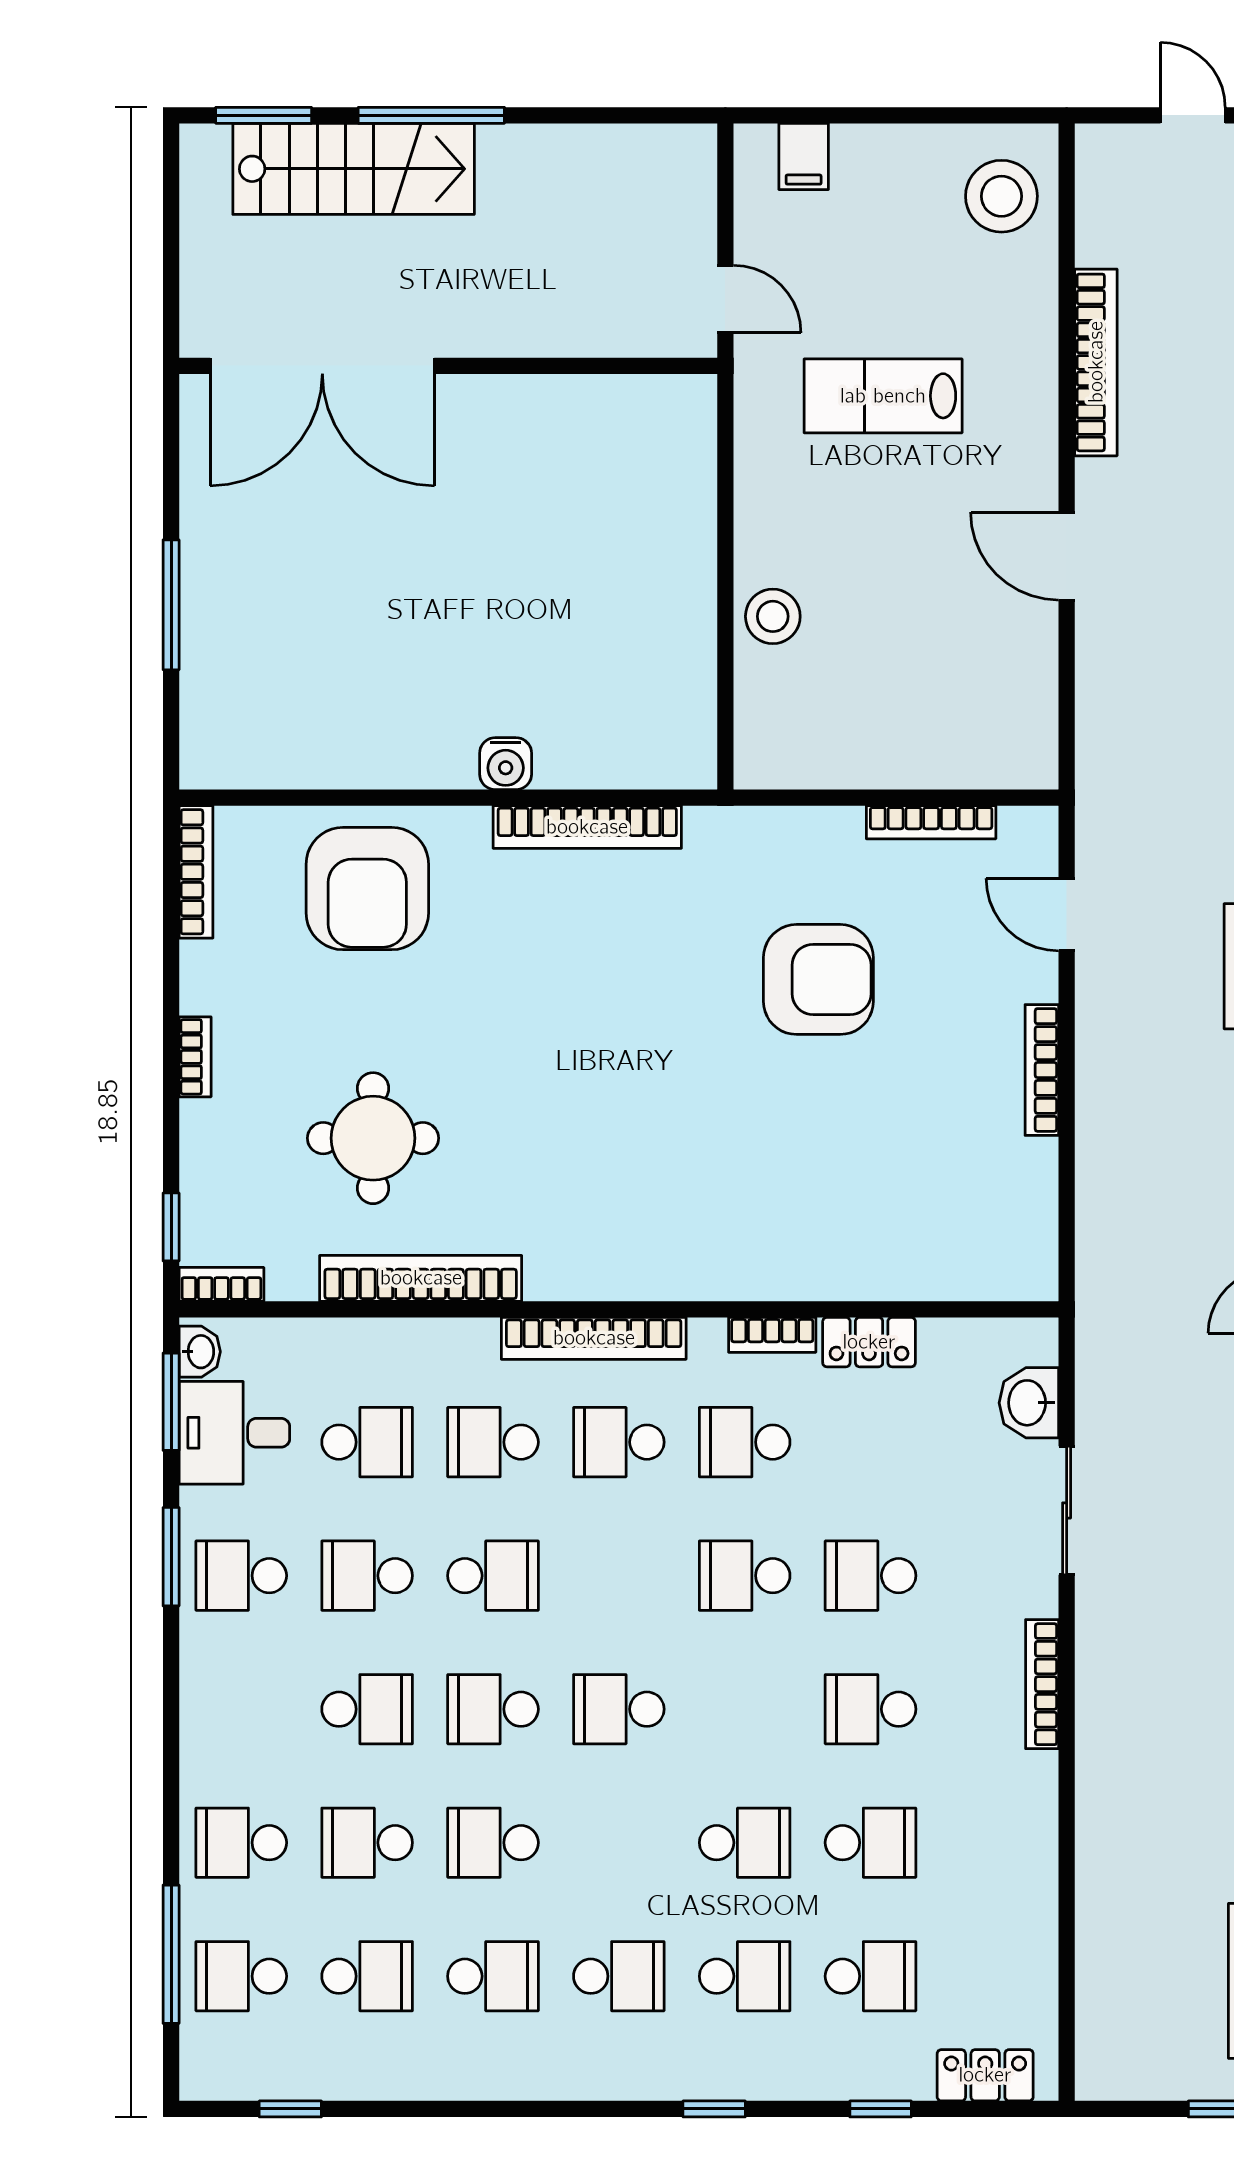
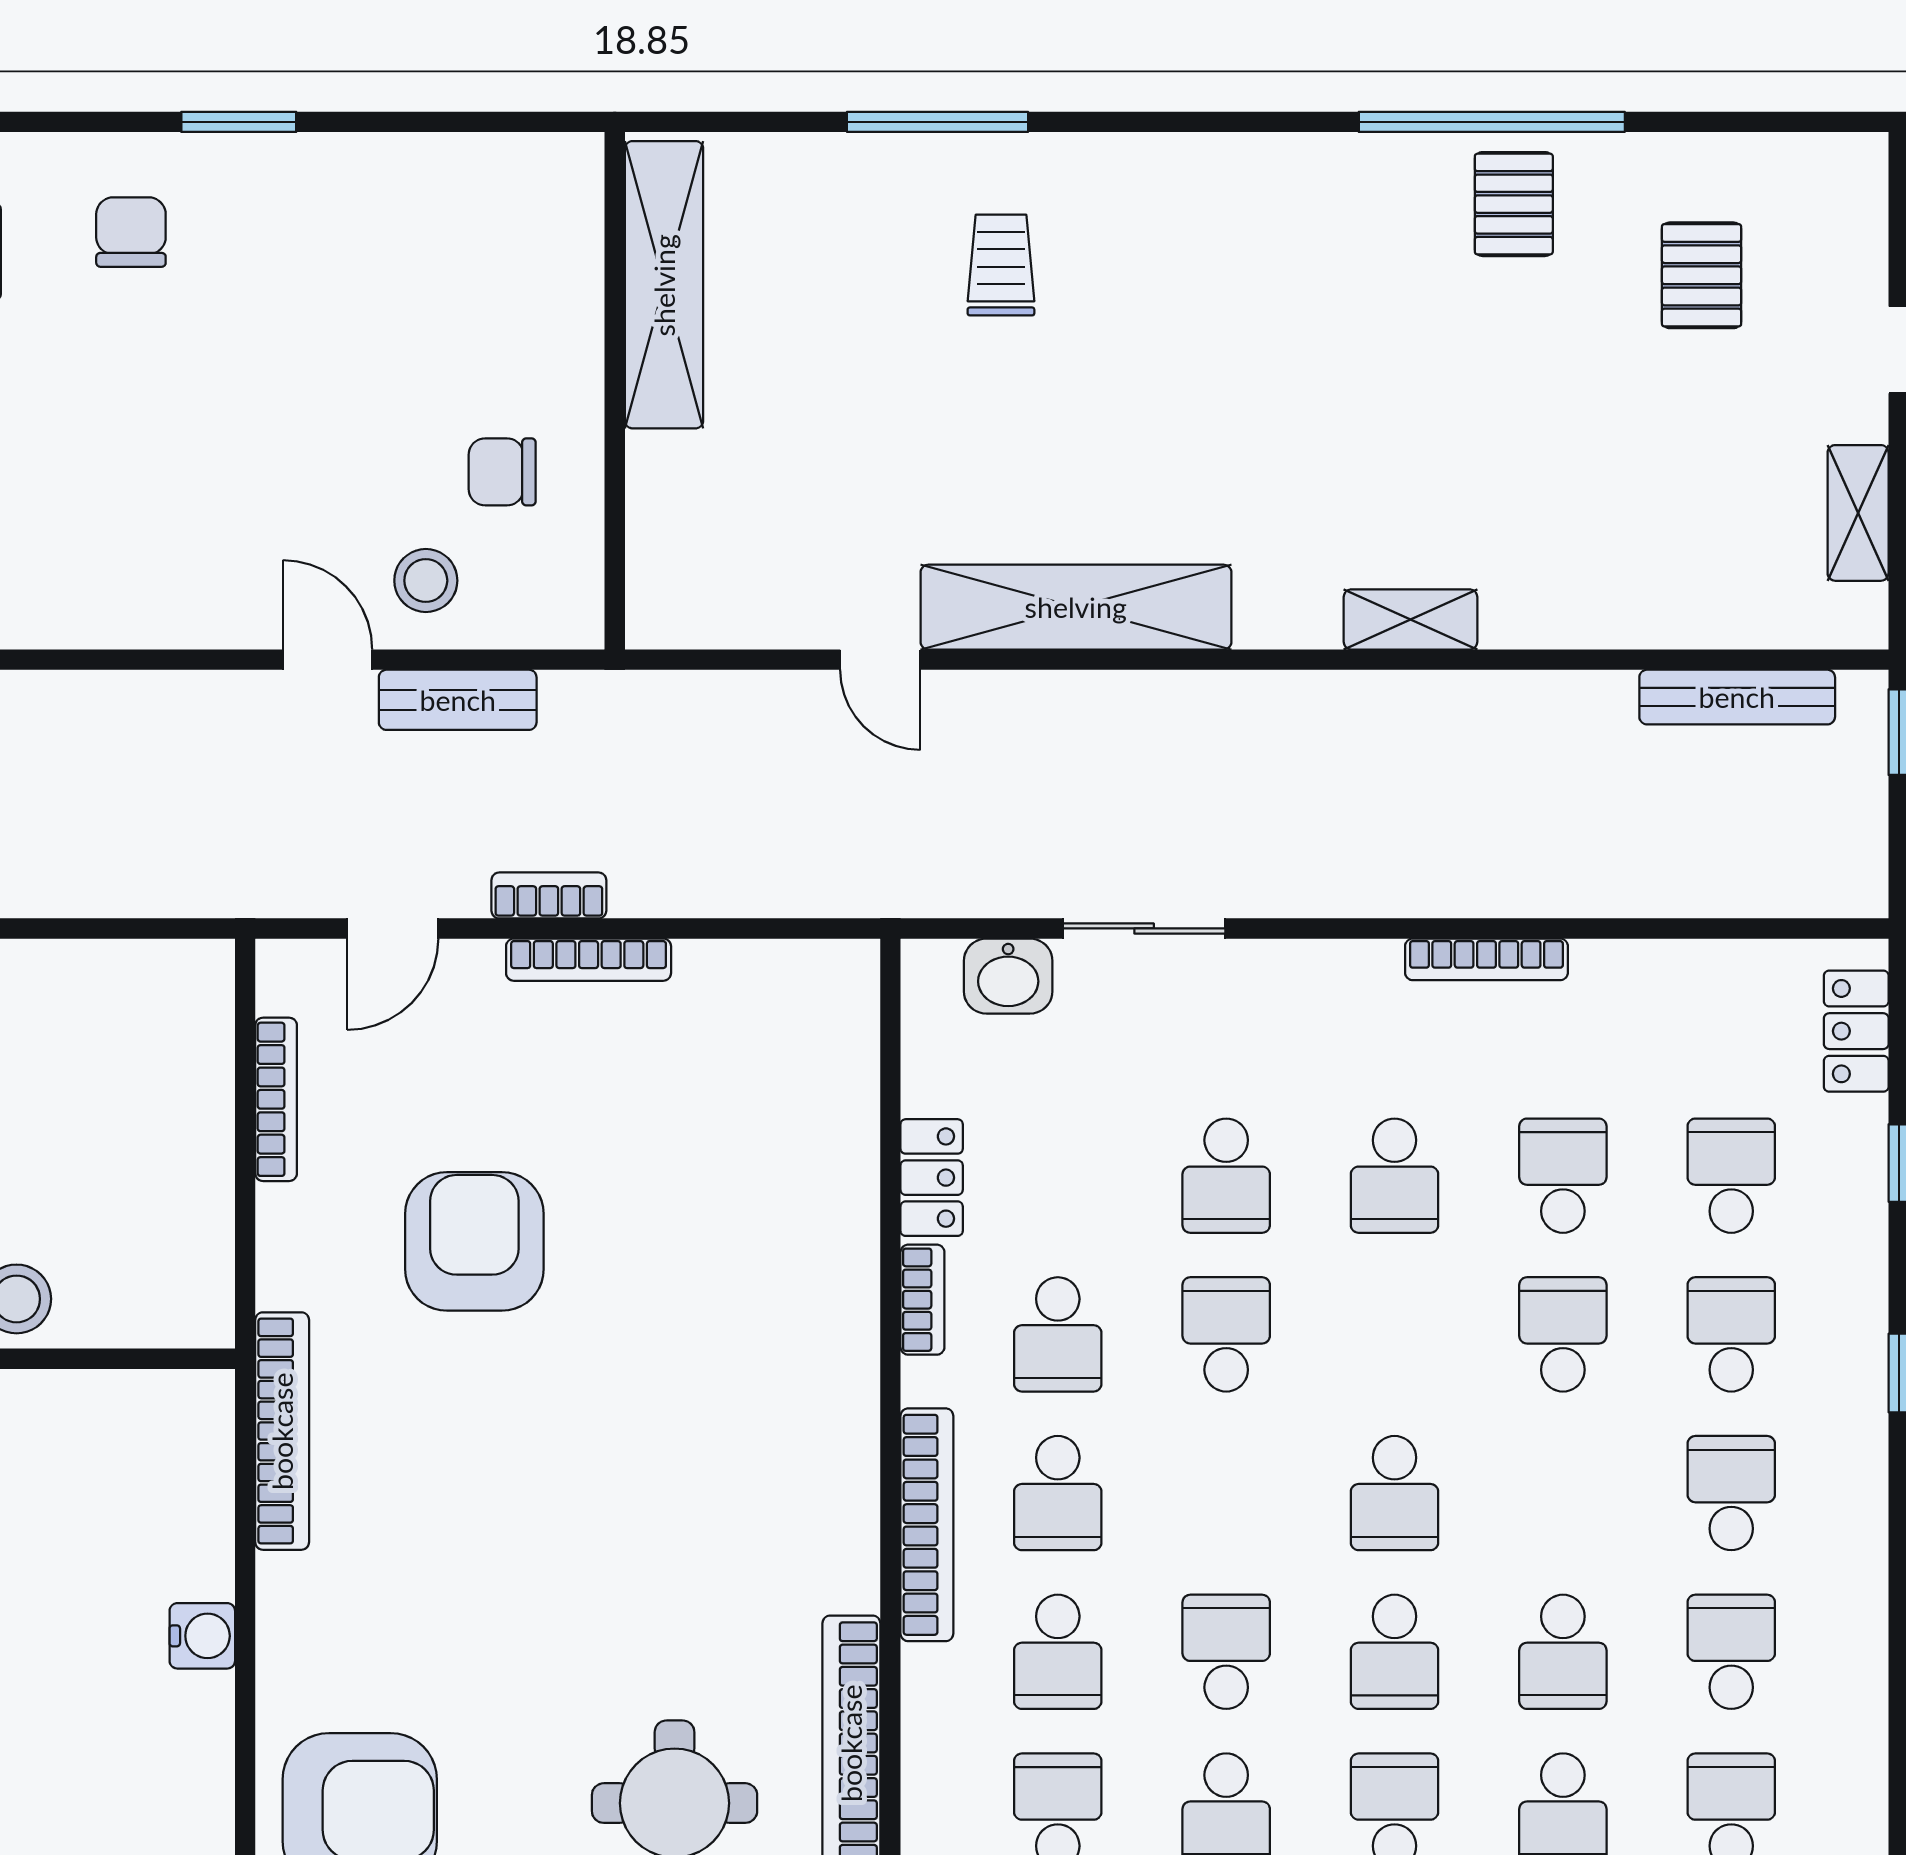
bookcase: (587, 827) -> (282, 1431), moved
bookcase: (1093, 1039) -> (549, 895), added
school desk: (745, 1576) -> (1226, 1334), turned 180
bookcase: (1042, 1684) -> (1486, 959), moved

